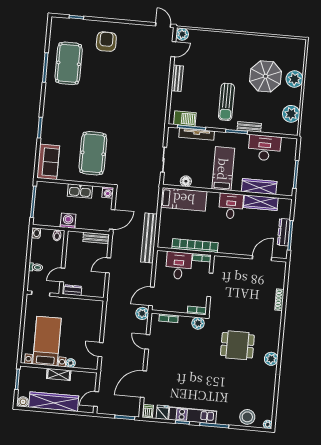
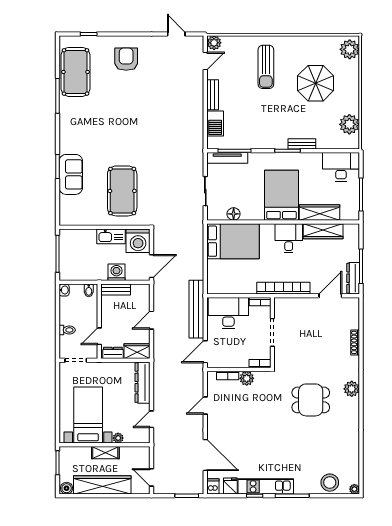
door: (163, 25) -> (176, 34), moved
pool table: (69, 63) -> (75, 72), moved
plant: (294, 79) -> (350, 49), moved
sun lounger: (226, 102) -> (266, 67), moved
barbecue: (185, 119) -> (215, 124), moved, turned 90
tv unit: (197, 134) -> (227, 158), moved
desk: (265, 148) -> (341, 167), moved
sofa: (48, 162) -> (71, 174), moved
bed: (223, 169) -> (281, 195), width x1.50
washing machine: (108, 192) -> (138, 241), width x1.89, depth x1.89
bed: (184, 199) -> (233, 241), width x1.50
washing machine: (68, 221) -> (116, 272), moved
dresser: (284, 232) -> (353, 278), moved
bench: (96, 238) -> (116, 290), moved
bench: (149, 238) -> (196, 309), moved
bookcase: (195, 246) -> (283, 288), moved
desk: (179, 266) -> (228, 313), width x1.37
wardrobe: (93, 291) -> (137, 351), added
plant: (142, 313) -> (196, 373), removed
dresser: (96, 318) -> (143, 383), added
plant: (198, 323) -> (247, 378), moved
door: (147, 342) -> (205, 405), hinge flipped
door: (101, 350) -> (152, 419), hinge flipped
plant: (271, 359) -> (352, 389), moved
door: (144, 384) -> (205, 455), swing flipped
door: (96, 399) -> (152, 477), hinge flipped

